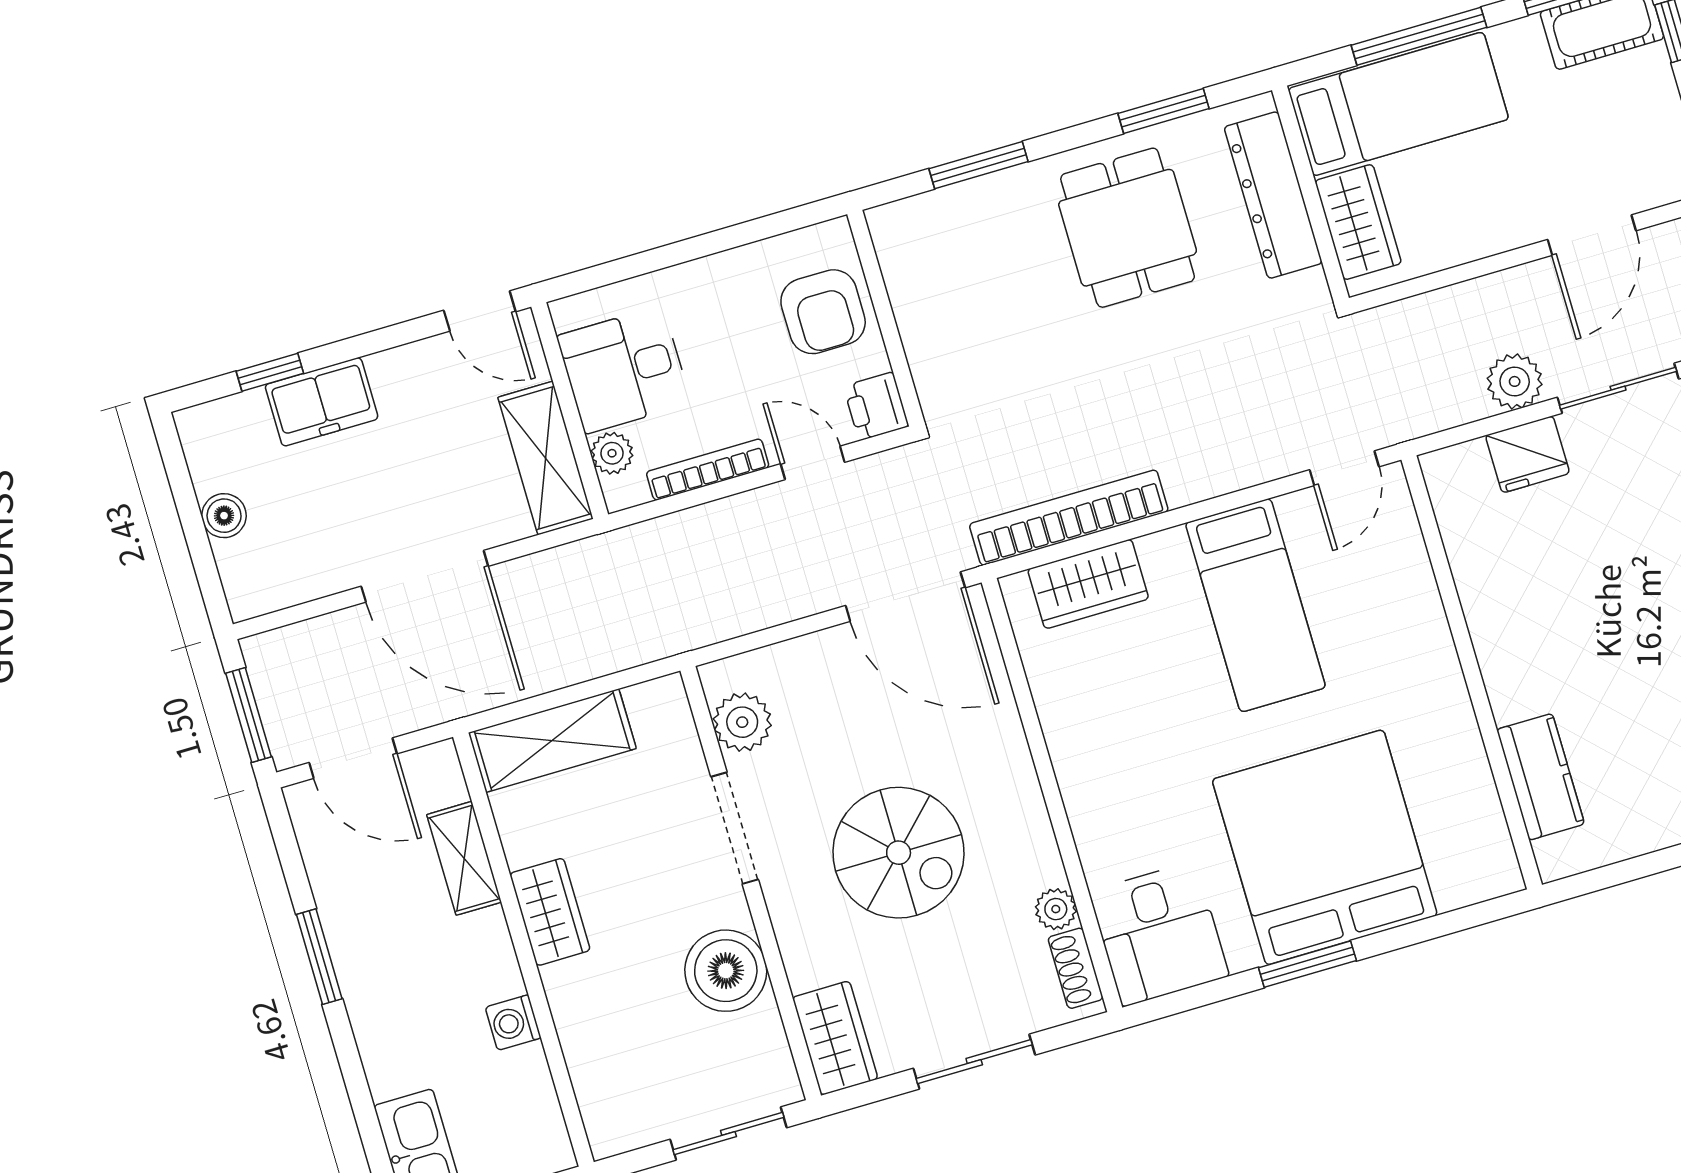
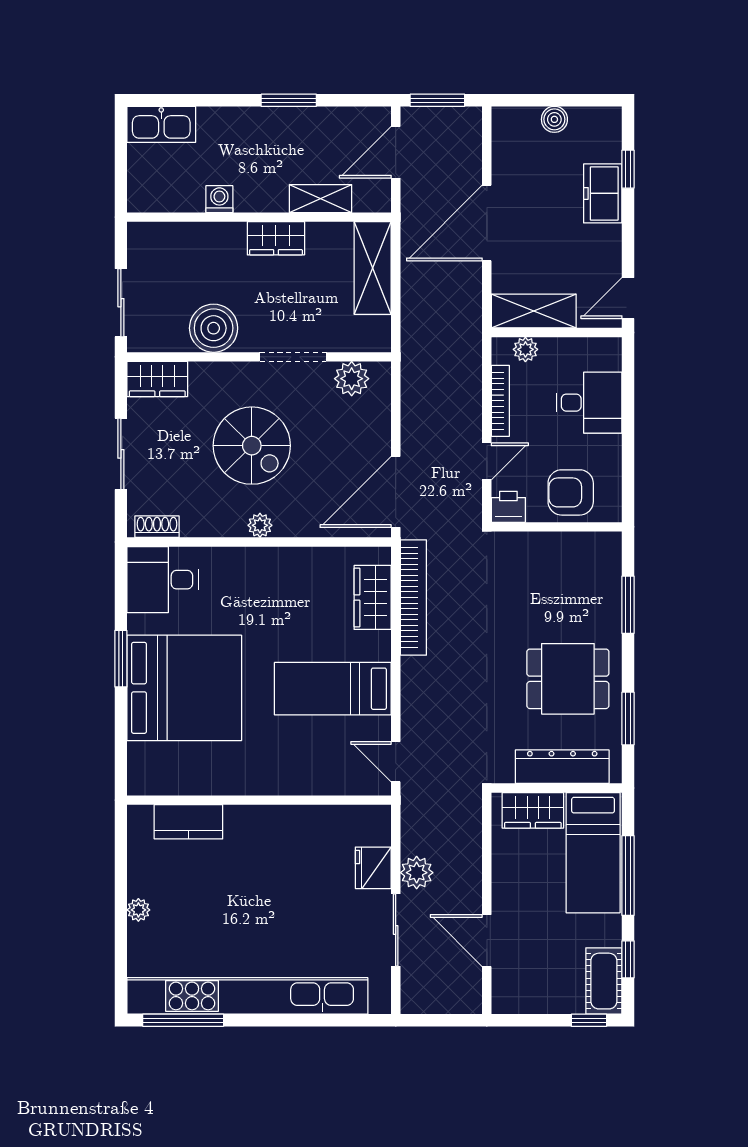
desk: (624, 370) -> (589, 403), moved, turned 90
spiral stairs: (899, 853) -> (252, 446), turned -90
plant: (1056, 909) -> (260, 525), moved

